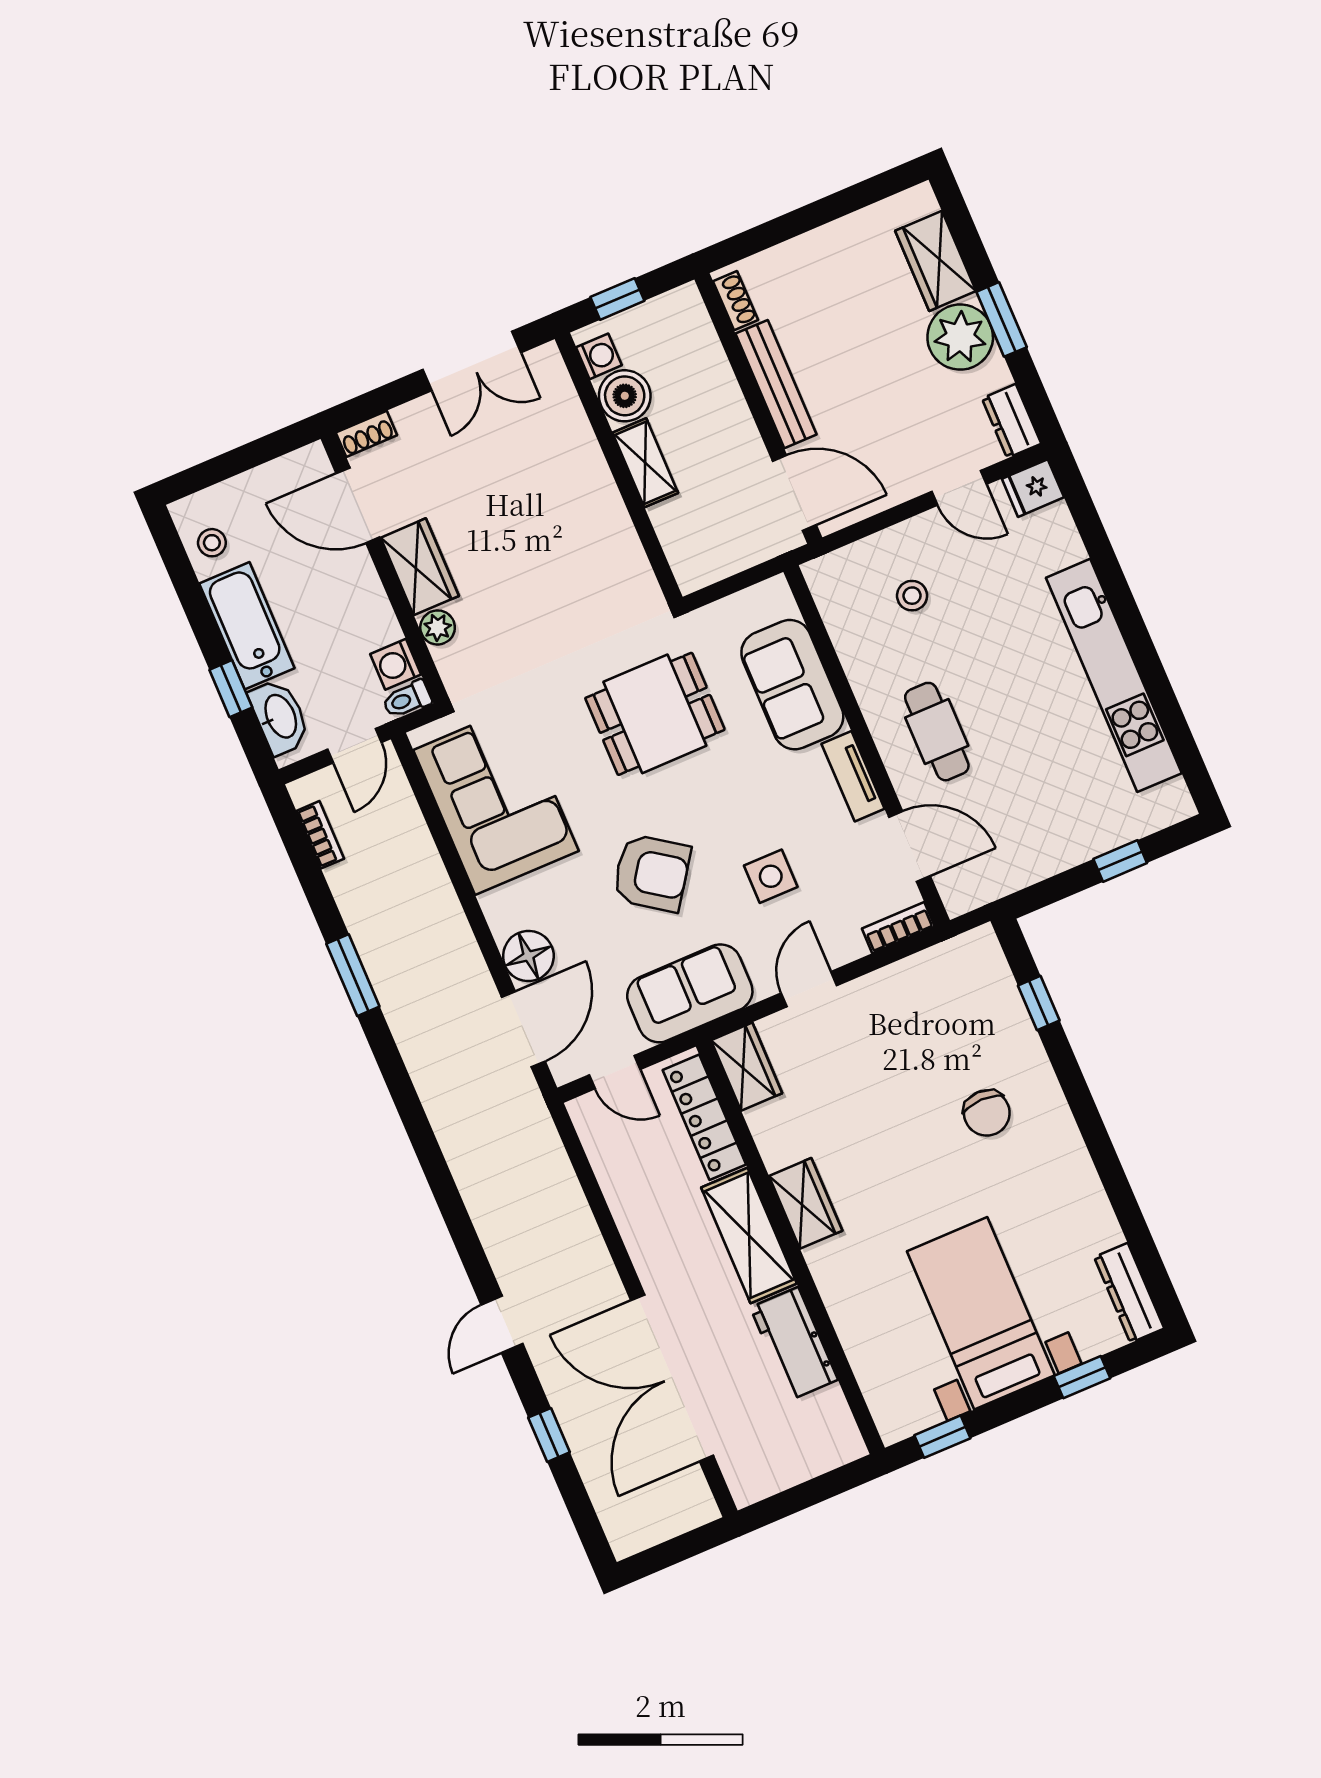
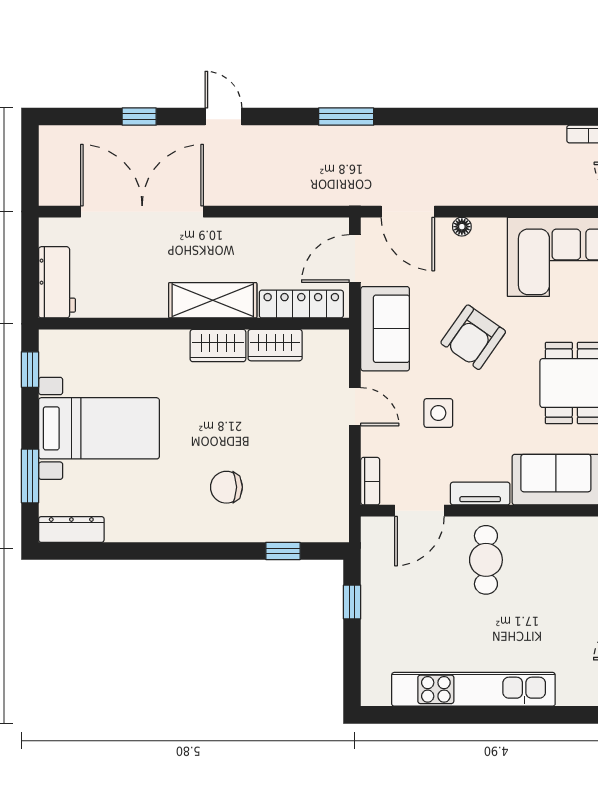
stool: (912, 596) -> (580, 581), removed
cafe table: (937, 732) -> (486, 560), turned 90
window: (1120, 861) -> (352, 602), moved
floor lamp: (528, 956) -> (462, 227), width x0.53, depth x0.53
window: (353, 975) -> (346, 117), moved
wardrobe: (747, 1067) -> (275, 345), moved
door: (615, 1072) -> (355, 259), width x1.37
workbench: (794, 1344) -> (57, 282), moved, turned 90
window: (1082, 1377) -> (30, 476), width x1.50

